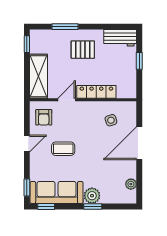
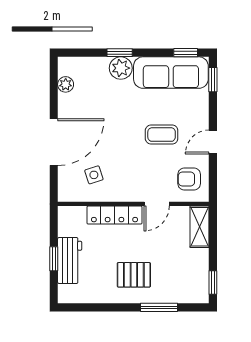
workbench: (120, 38) -> (70, 261), moved, turned 90
shelving: (39, 76) -> (200, 227), width x0.67, depth x0.75
armchair: (44, 117) -> (189, 179), turned -90

